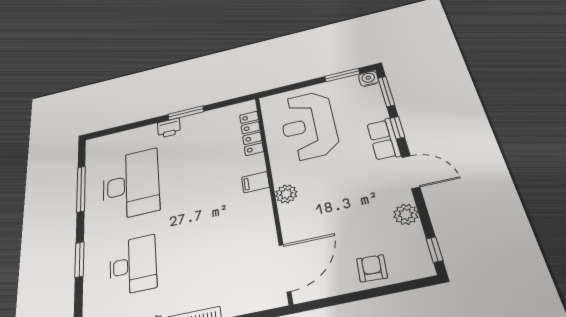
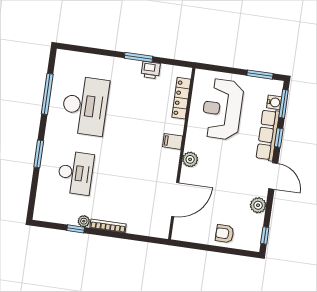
water cooler: (368, 79) -> (274, 102), moved, turned 90
printer: (169, 128) -> (151, 70), moved
row of seats: (384, 139) -> (268, 135), width x1.48
door: (285, 268) -> (175, 199), moved
armchair: (372, 268) -> (225, 234), turned -93

